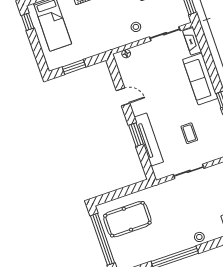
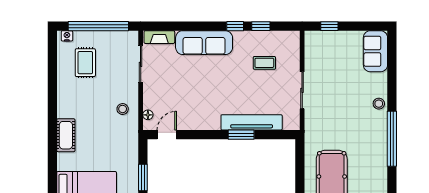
stool: (136, 27) -> (123, 109), moved
door: (123, 97) -> (167, 135), moved
coffee table: (189, 133) -> (264, 63), moved

